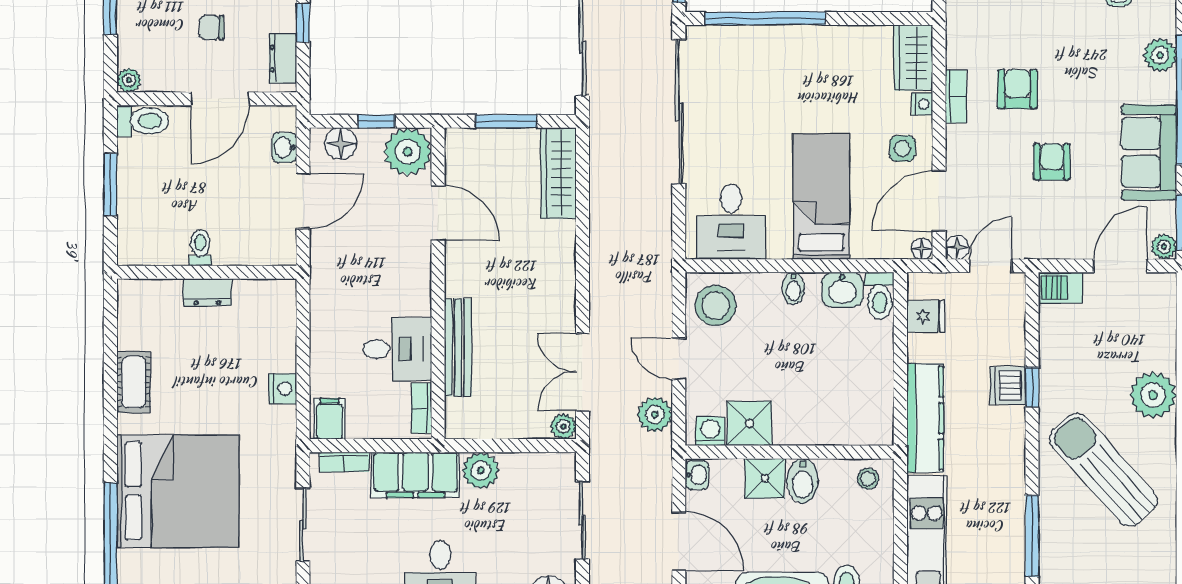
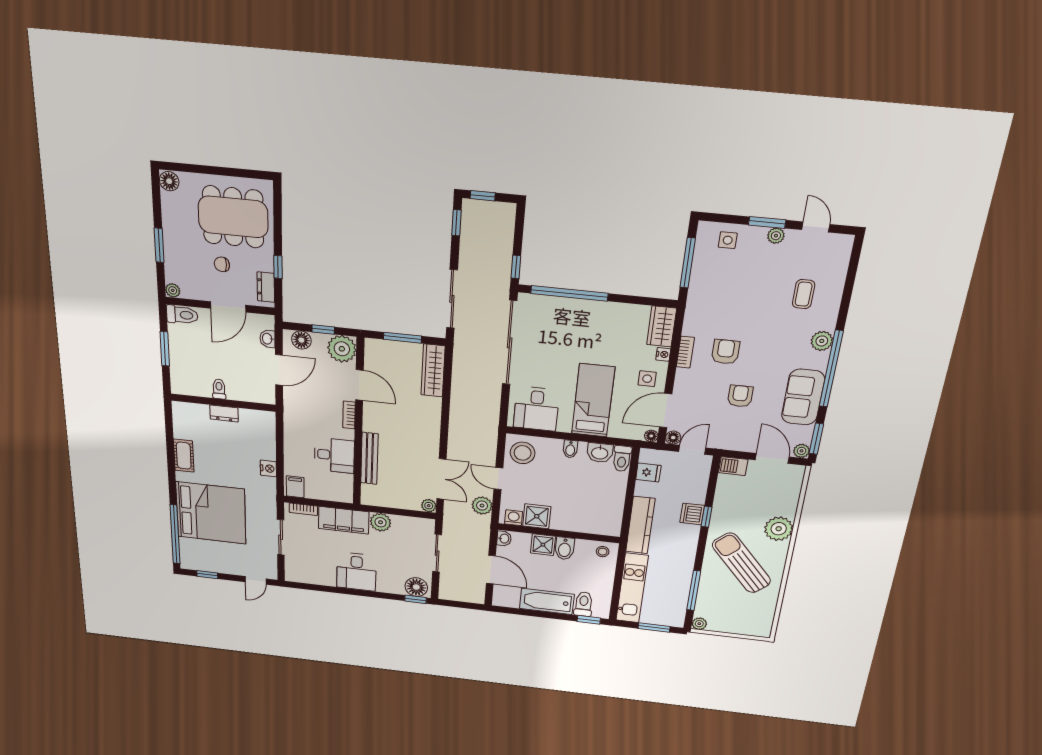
door: (1120, 266) -> (772, 458), hinge flipped
double door: (582, 372) -> (441, 479), swing flipped
bookcase: (421, 408) -> (349, 415), moved

